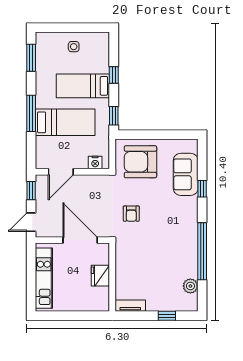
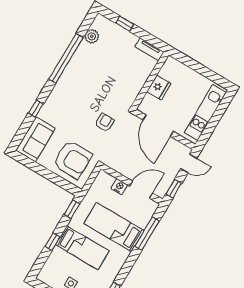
window: (31, 113) -> (147, 234), moved
nightstand: (95, 163) -> (119, 187), moved
sofa: (186, 174) -> (35, 139), moved

